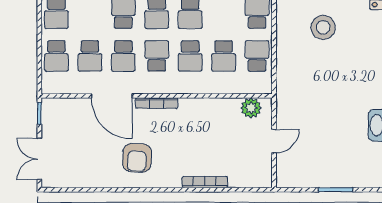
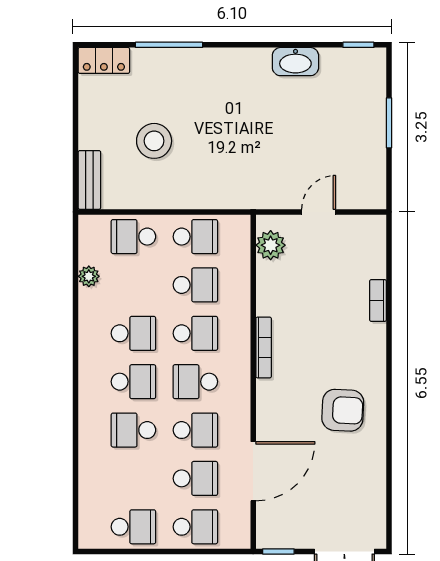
school desk: (257, 56) -> (195, 237), turned 180
door: (112, 96) -> (253, 471), moved
bookcase: (157, 103) -> (264, 348), moved
door: (274, 141) -> (319, 212), hinge flipped
bookcase: (205, 182) -> (378, 300), width x0.64

